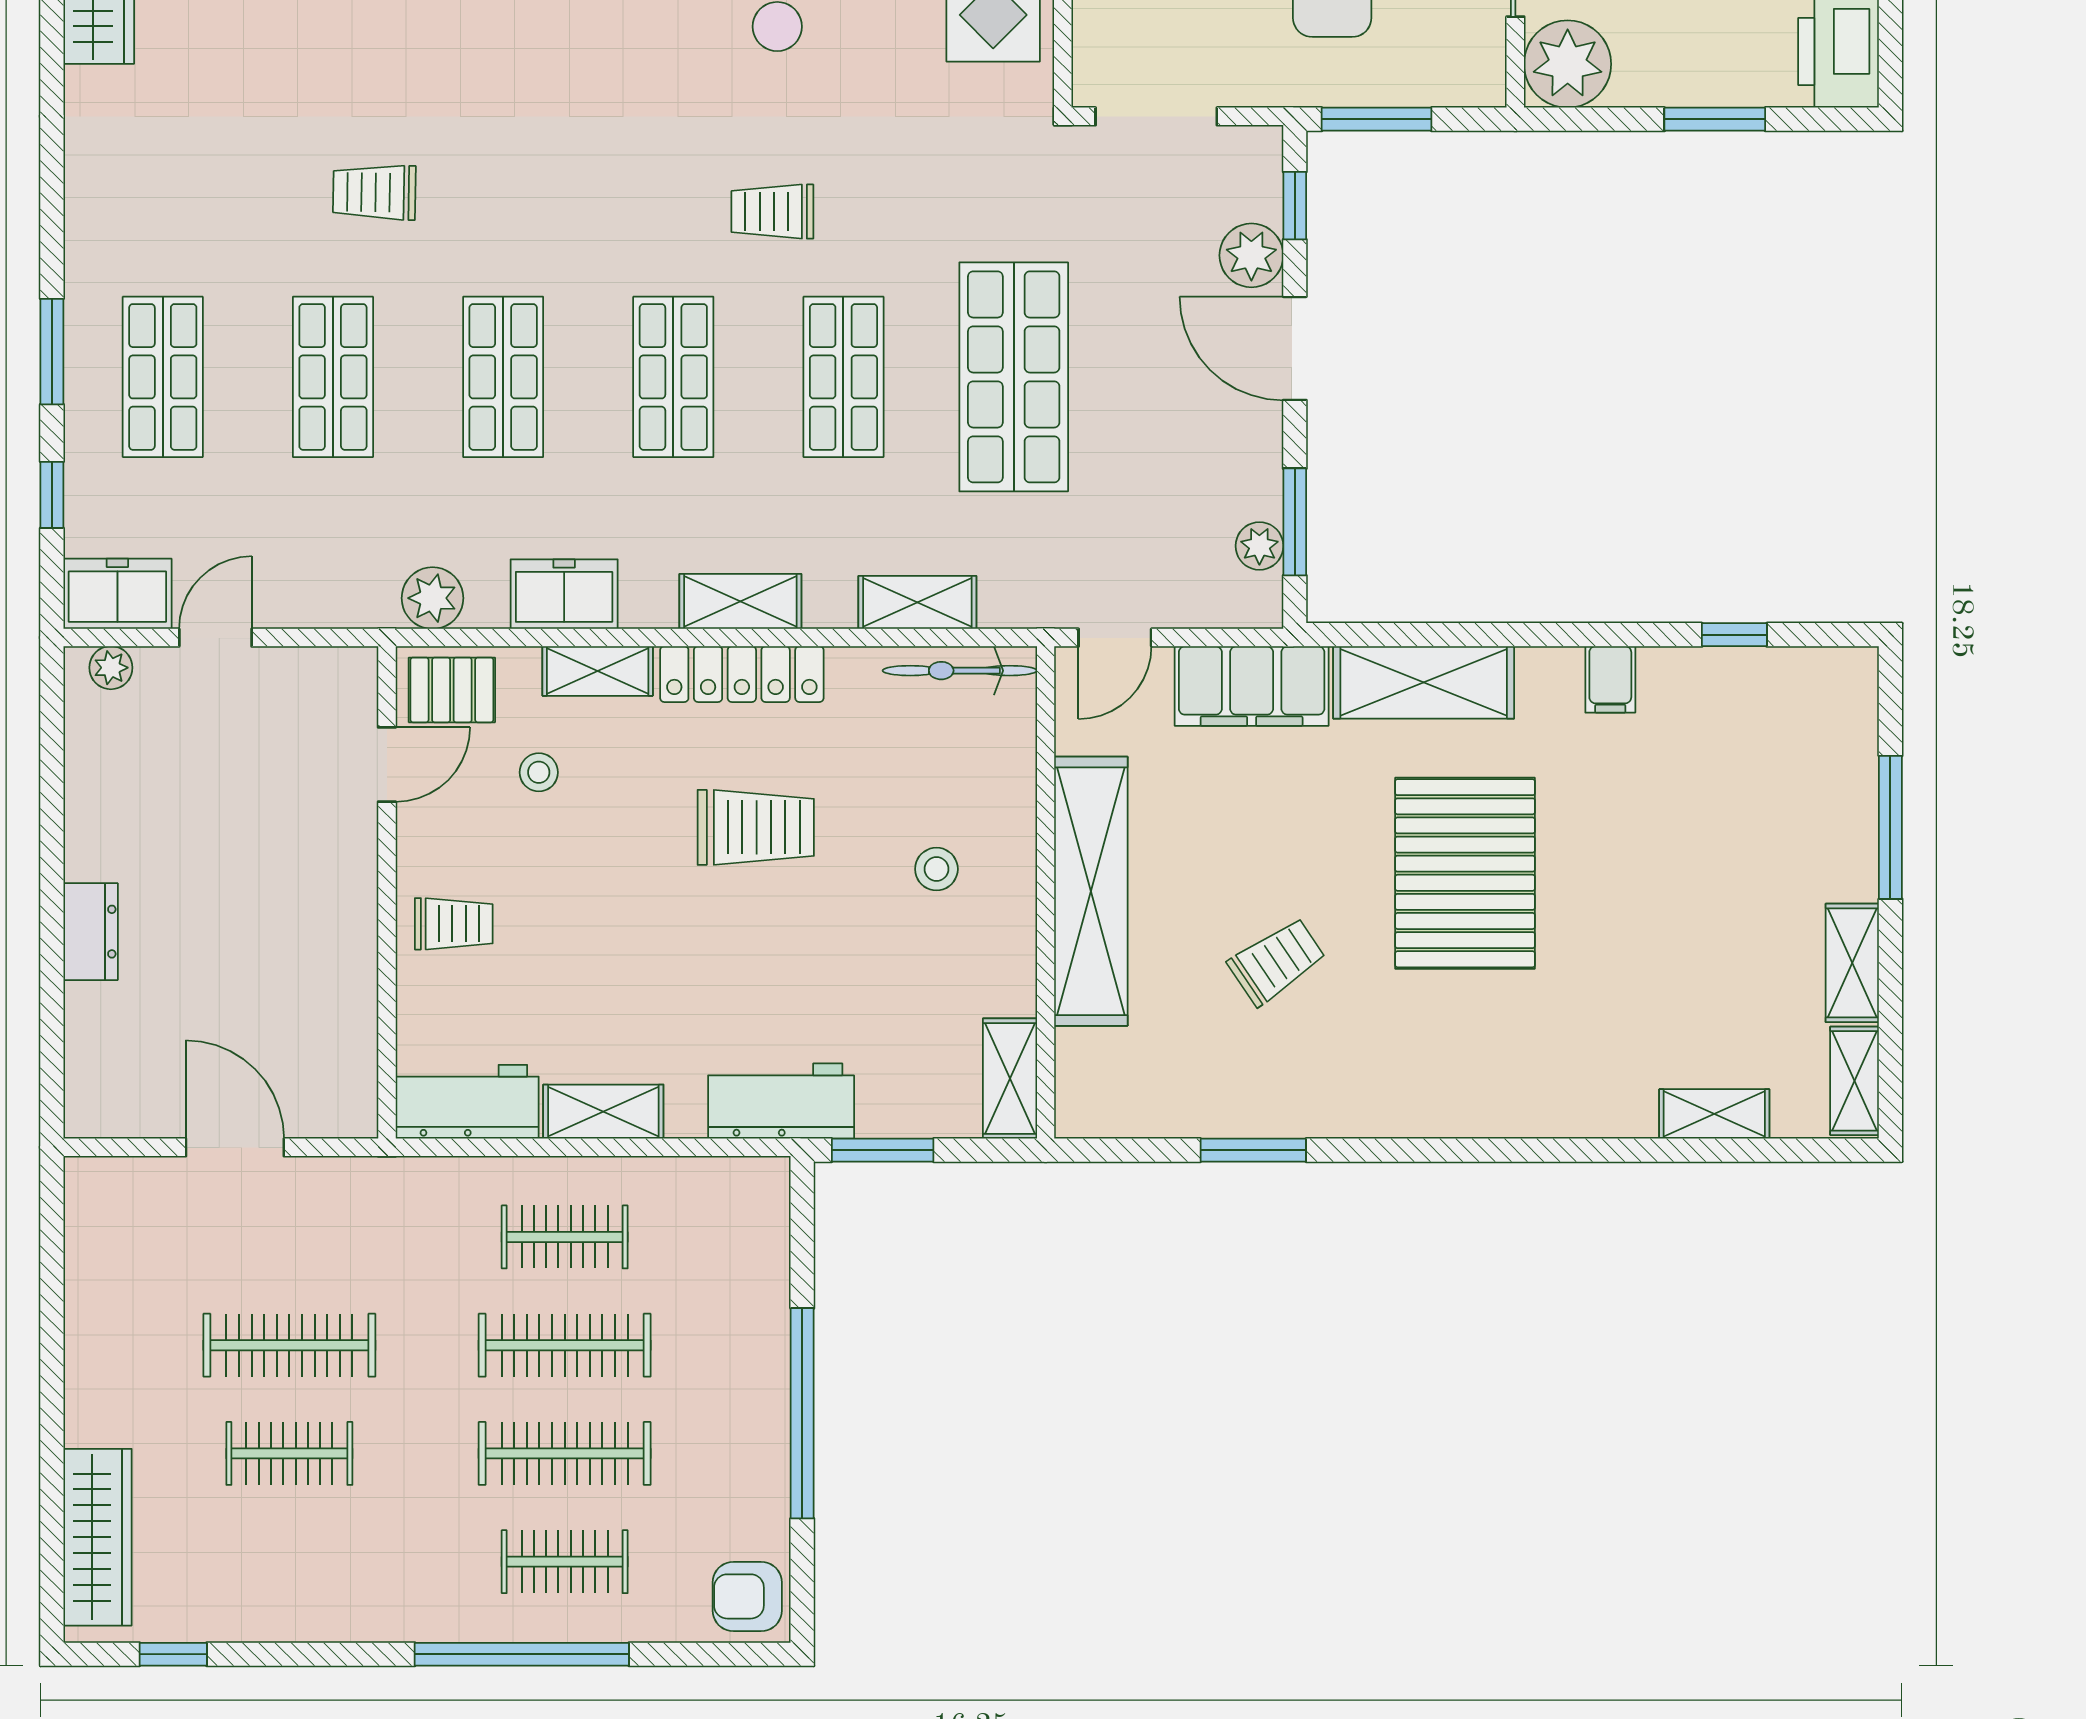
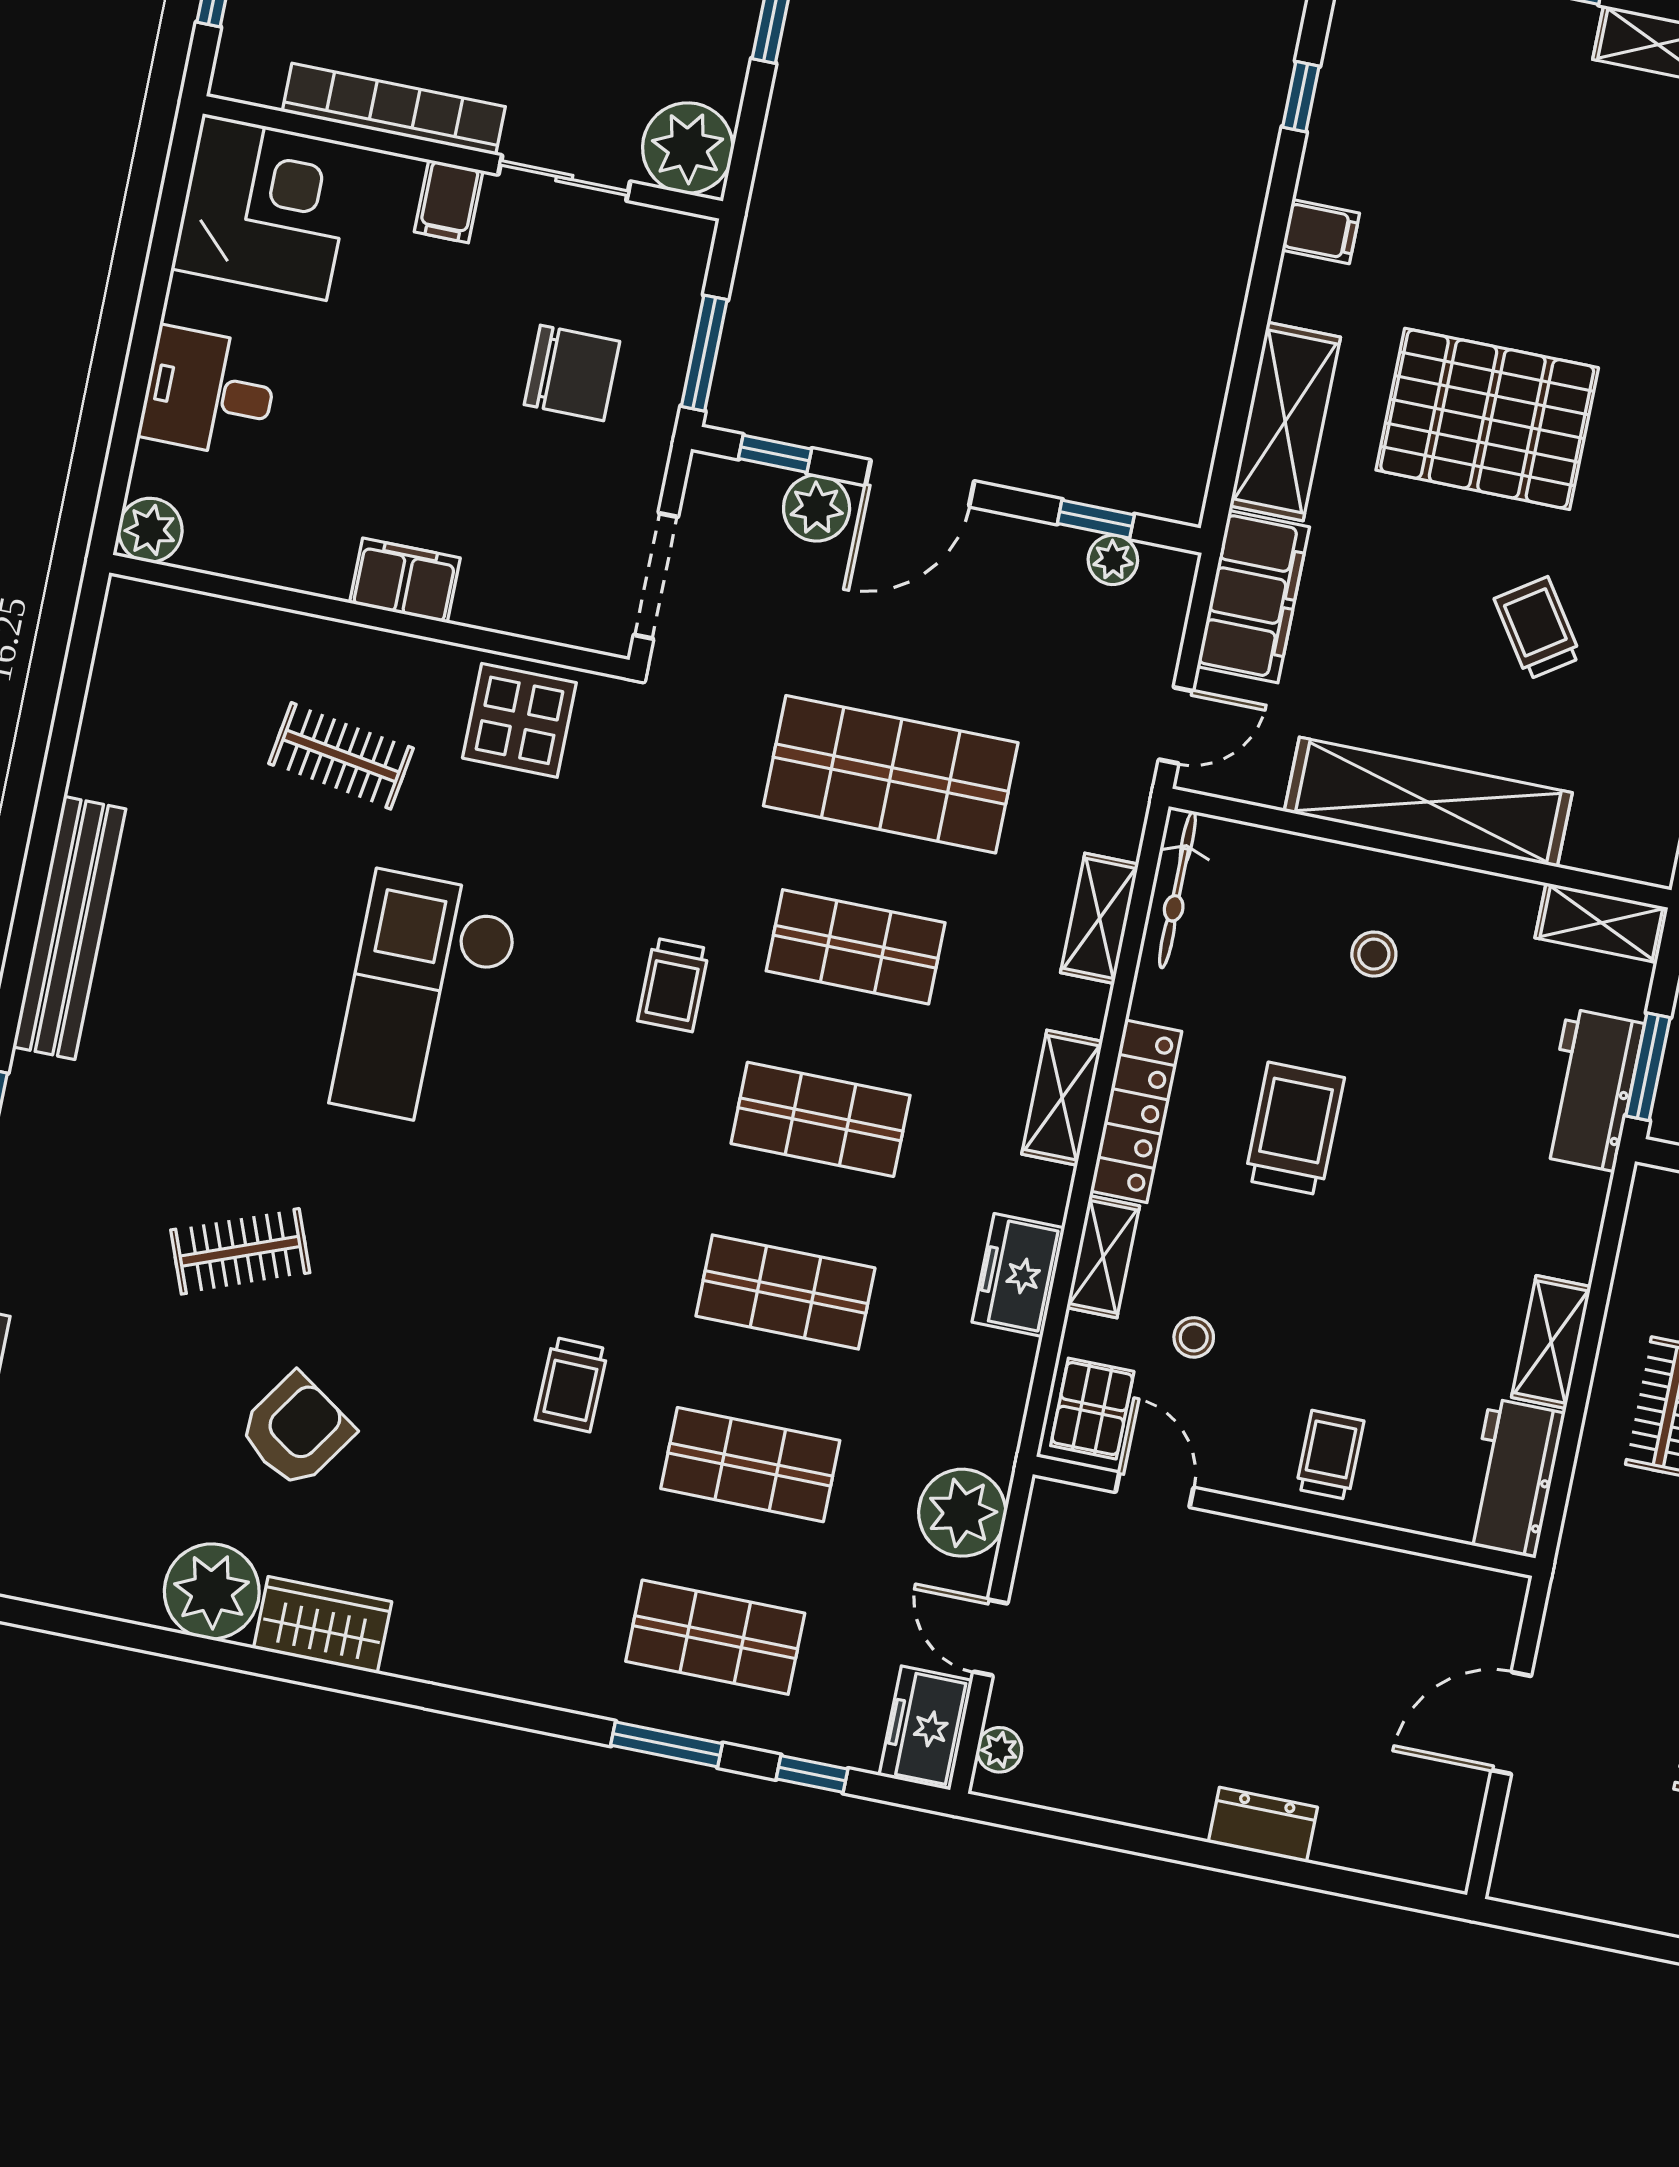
window: (1295, 522) -> (1096, 519), width x0.67
plant: (432, 598) -> (962, 1513), moved, width x1.36, depth x1.36
door: (1115, 638) -> (1176, 725), hinge flipped
workbench: (781, 1101) -> (1591, 1090), moved

